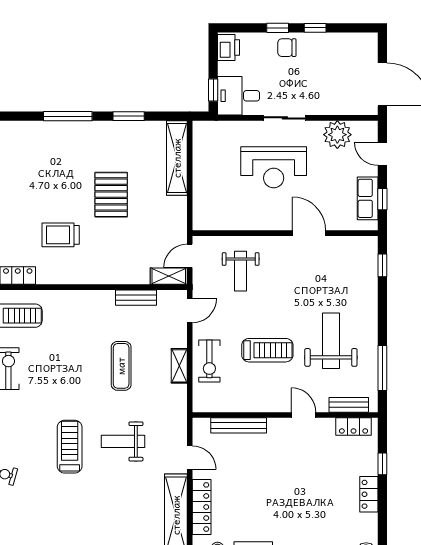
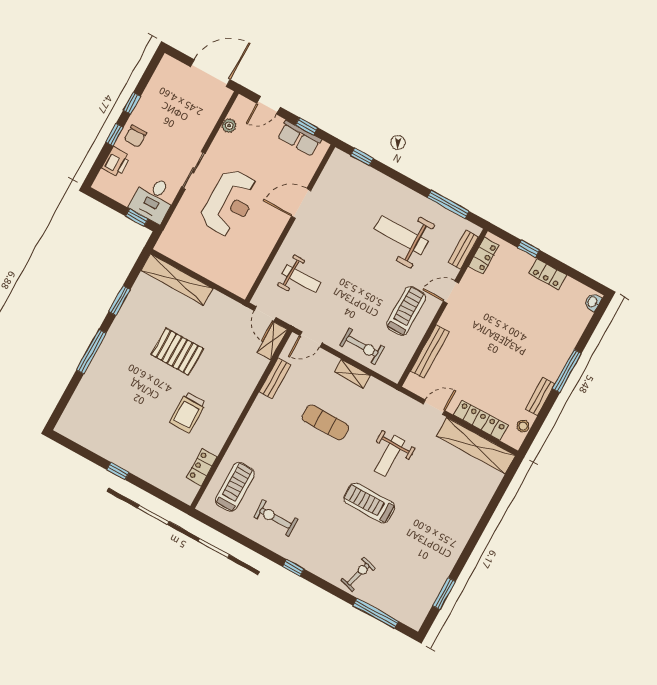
printer: (229, 47) -> (116, 162), moved, turned 90
plant: (337, 135) -> (229, 126), width x0.53, depth x0.53
door: (190, 311) -> (311, 339), swing flipped
treadmill: (267, 350) -> (406, 311), moved

